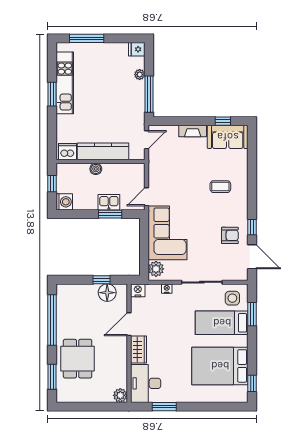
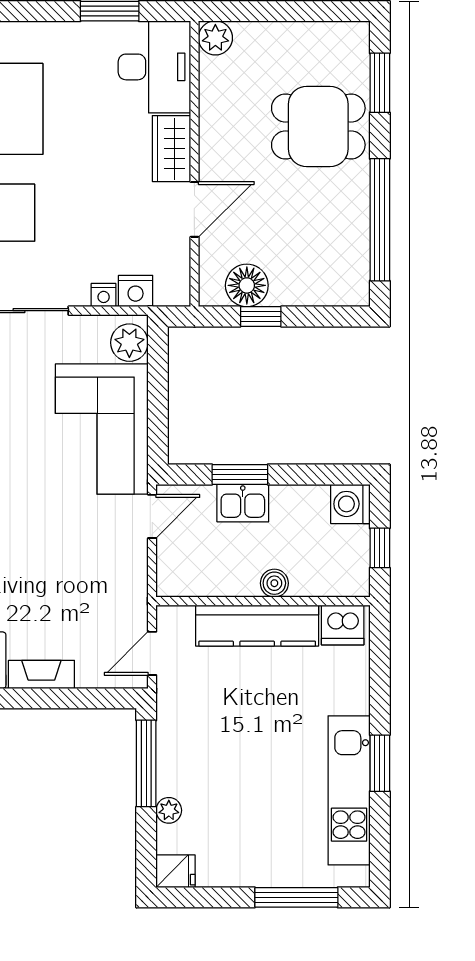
nightstand: (138, 290) -> (136, 291), moved
dining table: (78, 359) -> (318, 127), turned 90

